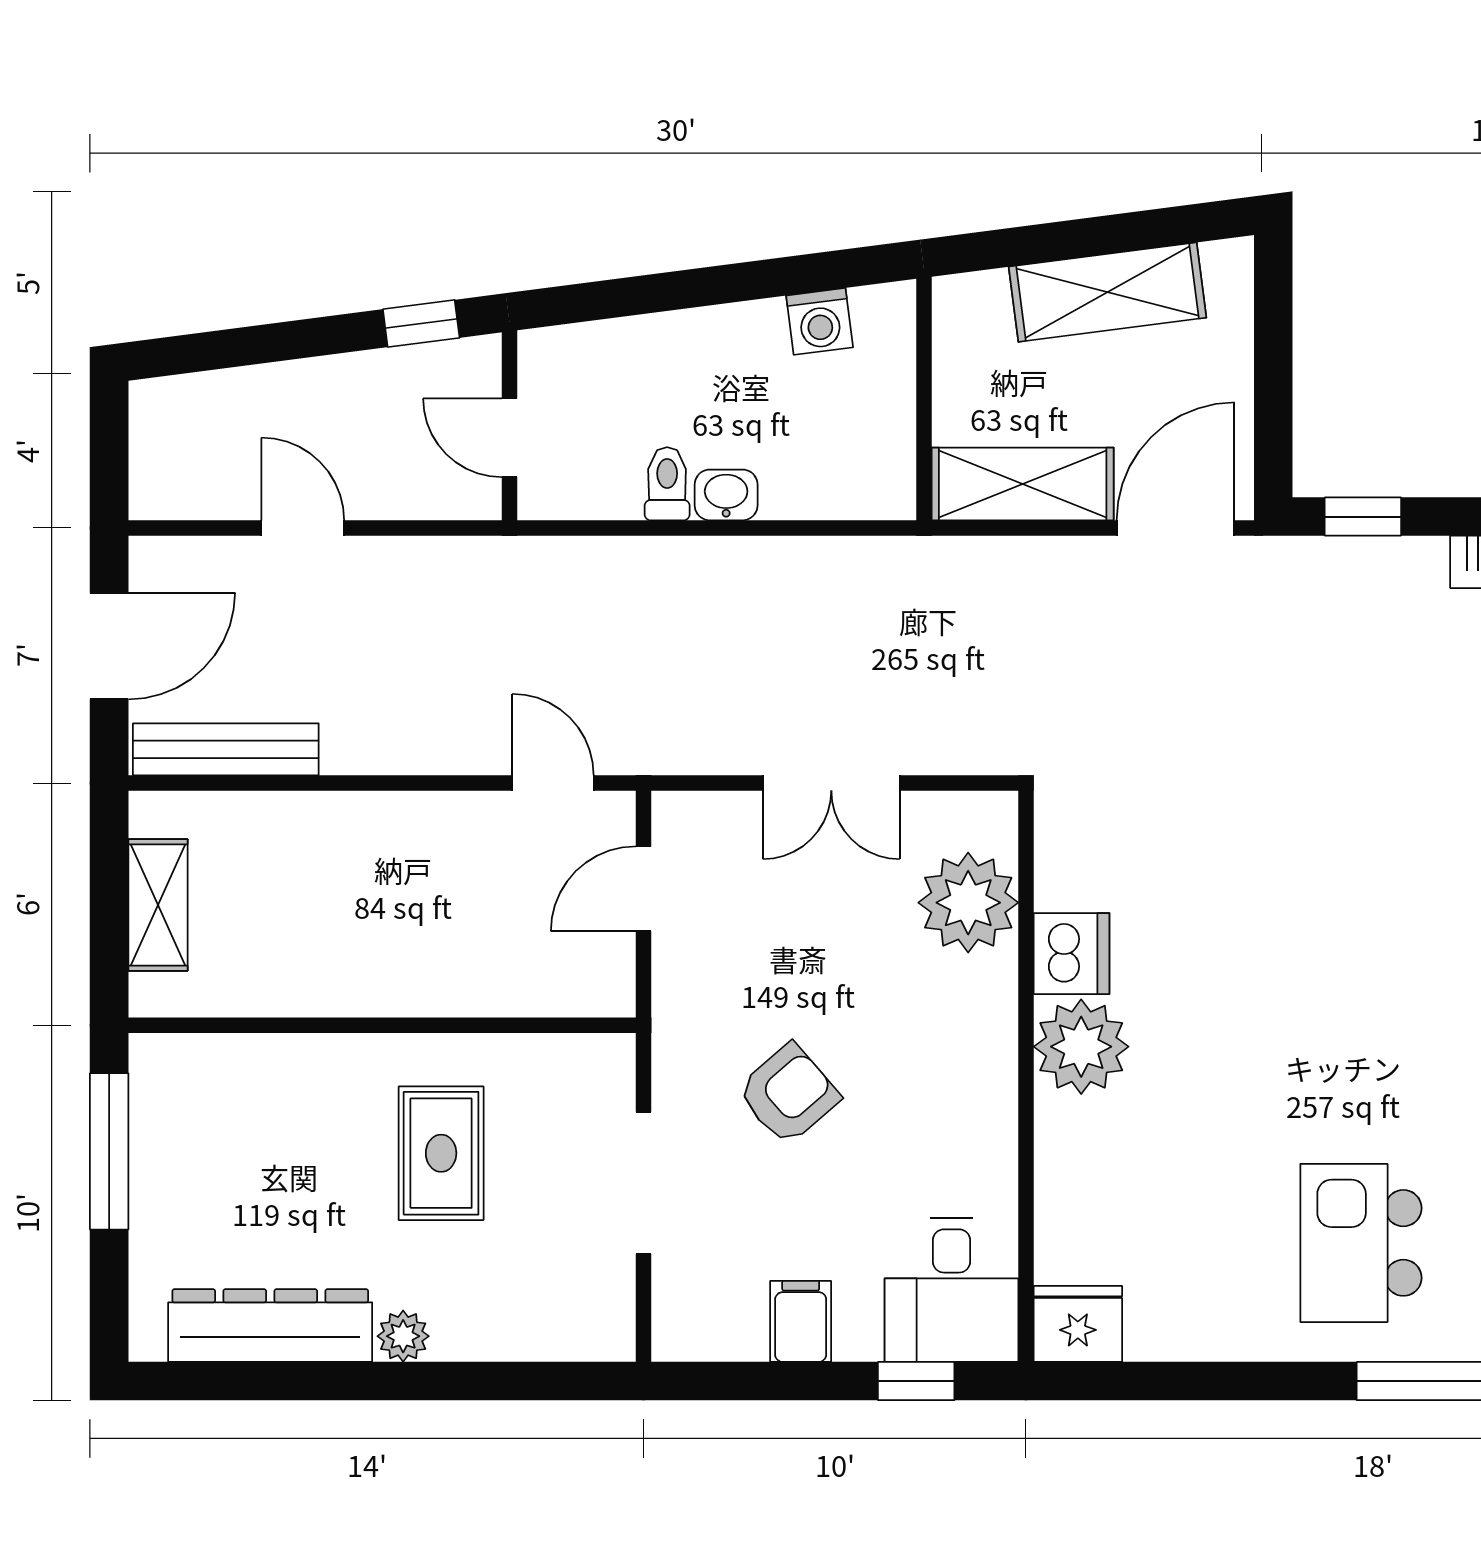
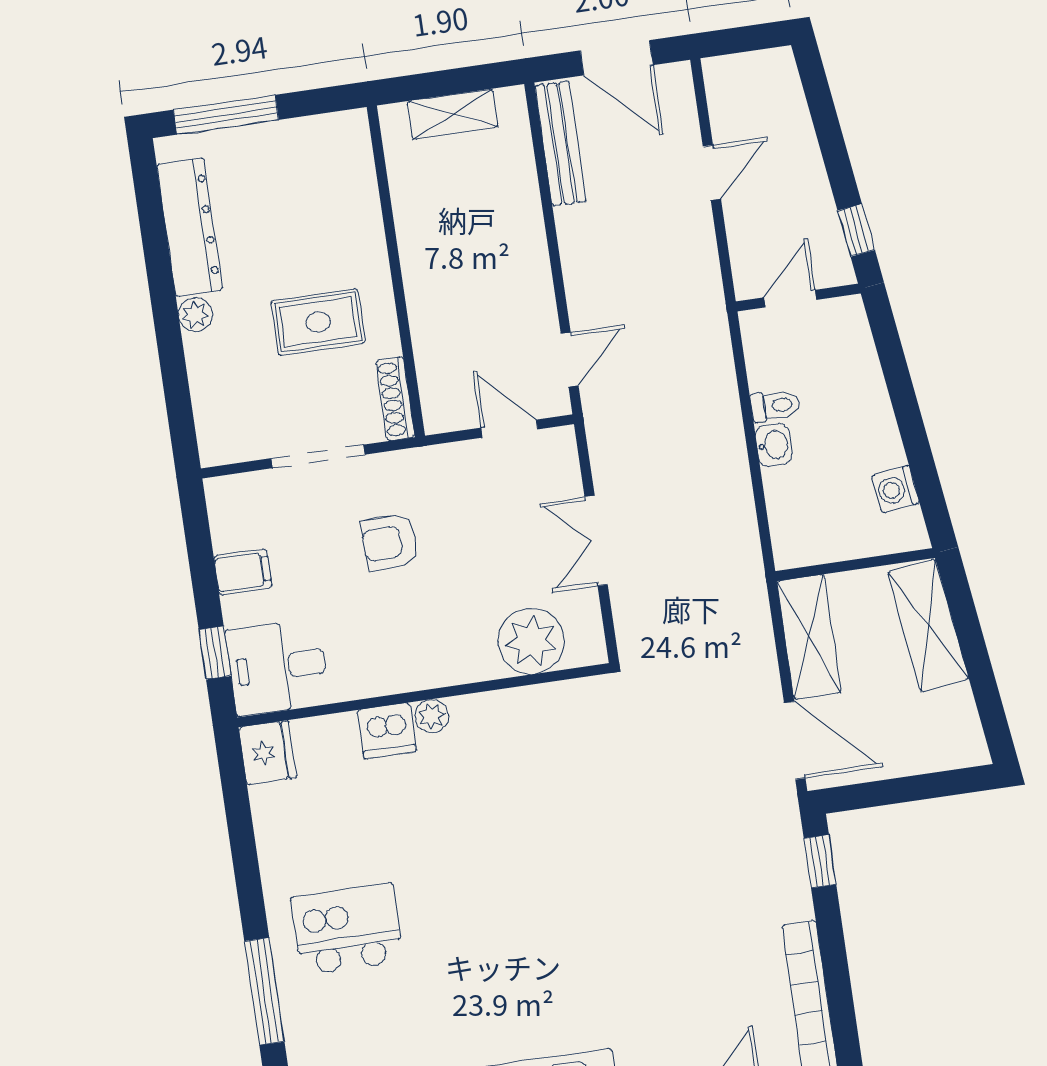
shelving: (1108, 292) -> (928, 625), moved
dishwasher: (1072, 954) -> (387, 731), moved
plant: (1081, 1047) -> (432, 716), width x0.53, depth x0.53
shoe rack: (574, 1054) -> (395, 399), added
armchair: (788, 1094) -> (390, 542), turned 129
window: (109, 1151) -> (226, 115), moved

